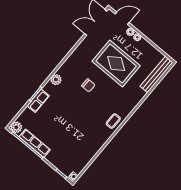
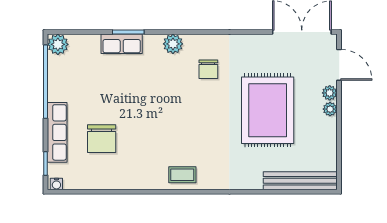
chair: (88, 85) -> (208, 69), moved
chair: (70, 142) -> (102, 139), added
row of seats: (35, 143) -> (57, 132), moved

